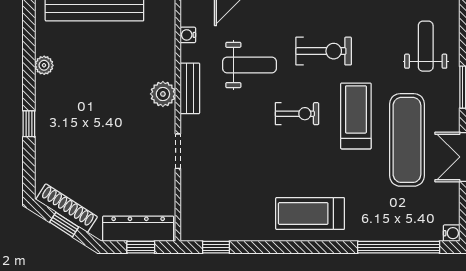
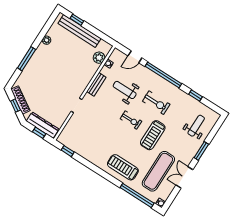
weight bench: (249, 65) -> (125, 90), turned 180
plant: (163, 94) -> (99, 58), moved
treadmill: (356, 116) -> (153, 135), turned 180
window: (29, 124) -> (27, 59), width x2.17
exercise mat: (407, 140) -> (158, 171), moved
treadmill: (310, 213) -> (123, 167), moved

